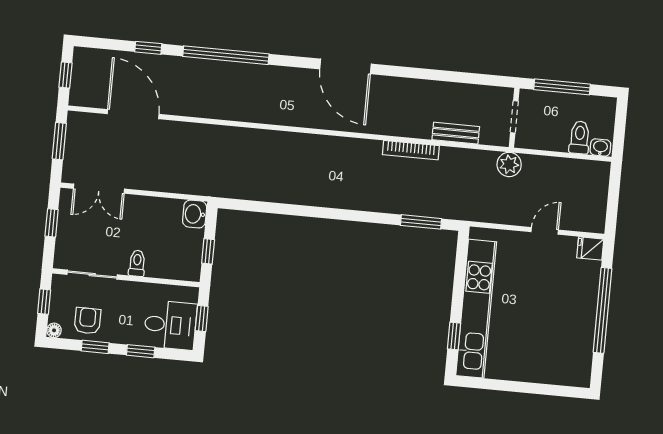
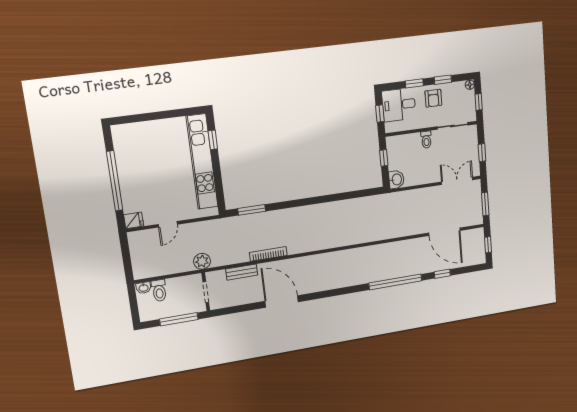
door: (346, 66) -> (282, 301), moved
armchair: (88, 321) -> (433, 98), moved

